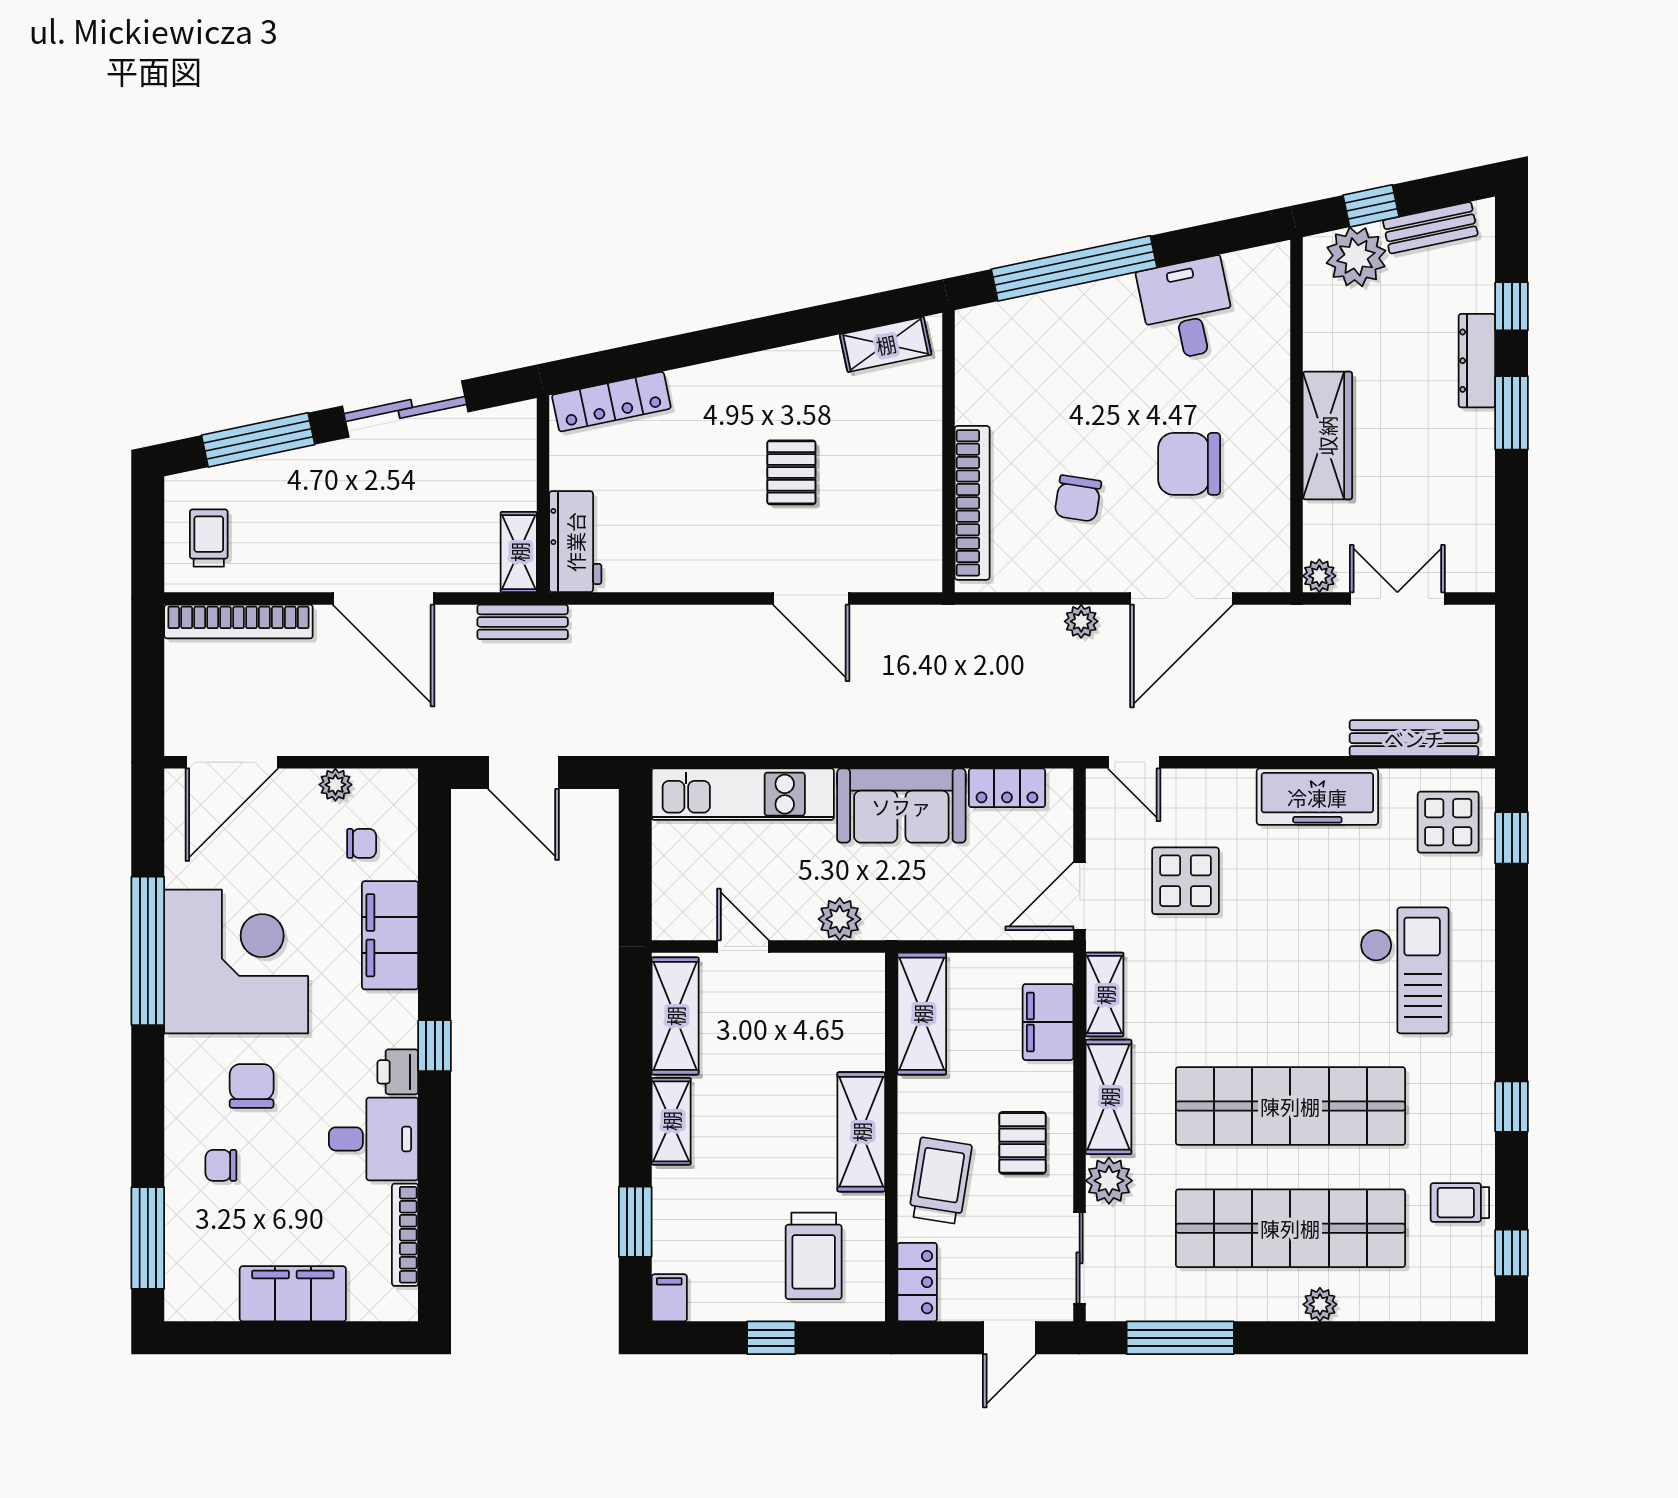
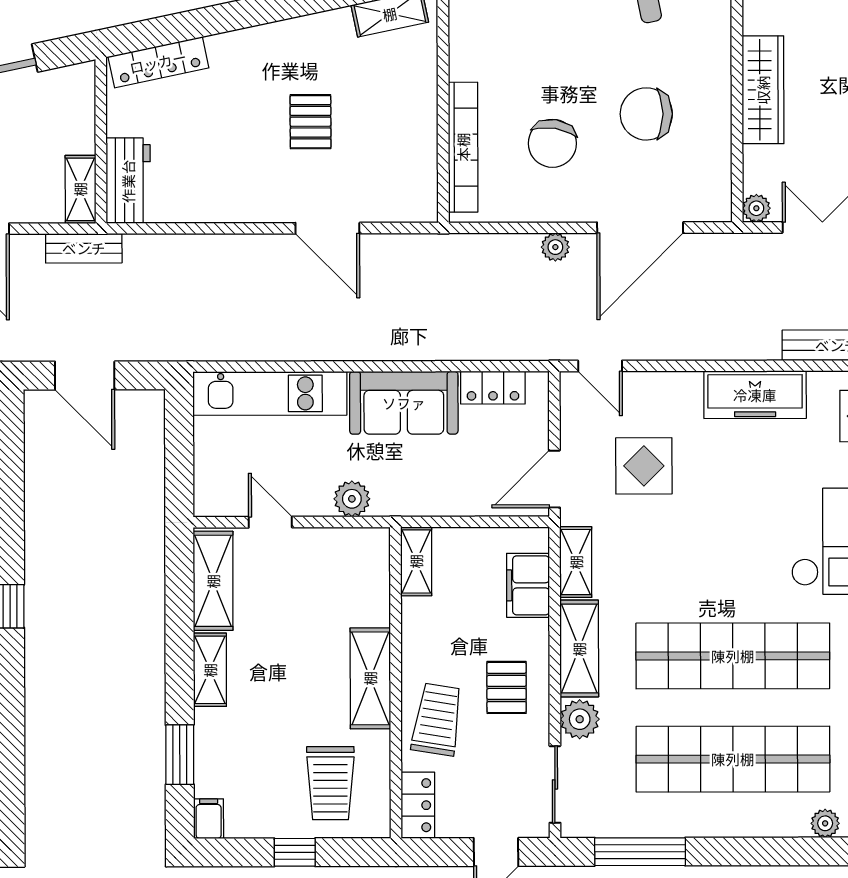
chair: (1078, 498) -> (552, 143), width x1.37, depth x1.37
shelving: (922, 1014) -> (416, 561), width x0.67, depth x0.75
plant: (1320, 1304) -> (825, 823), moved

